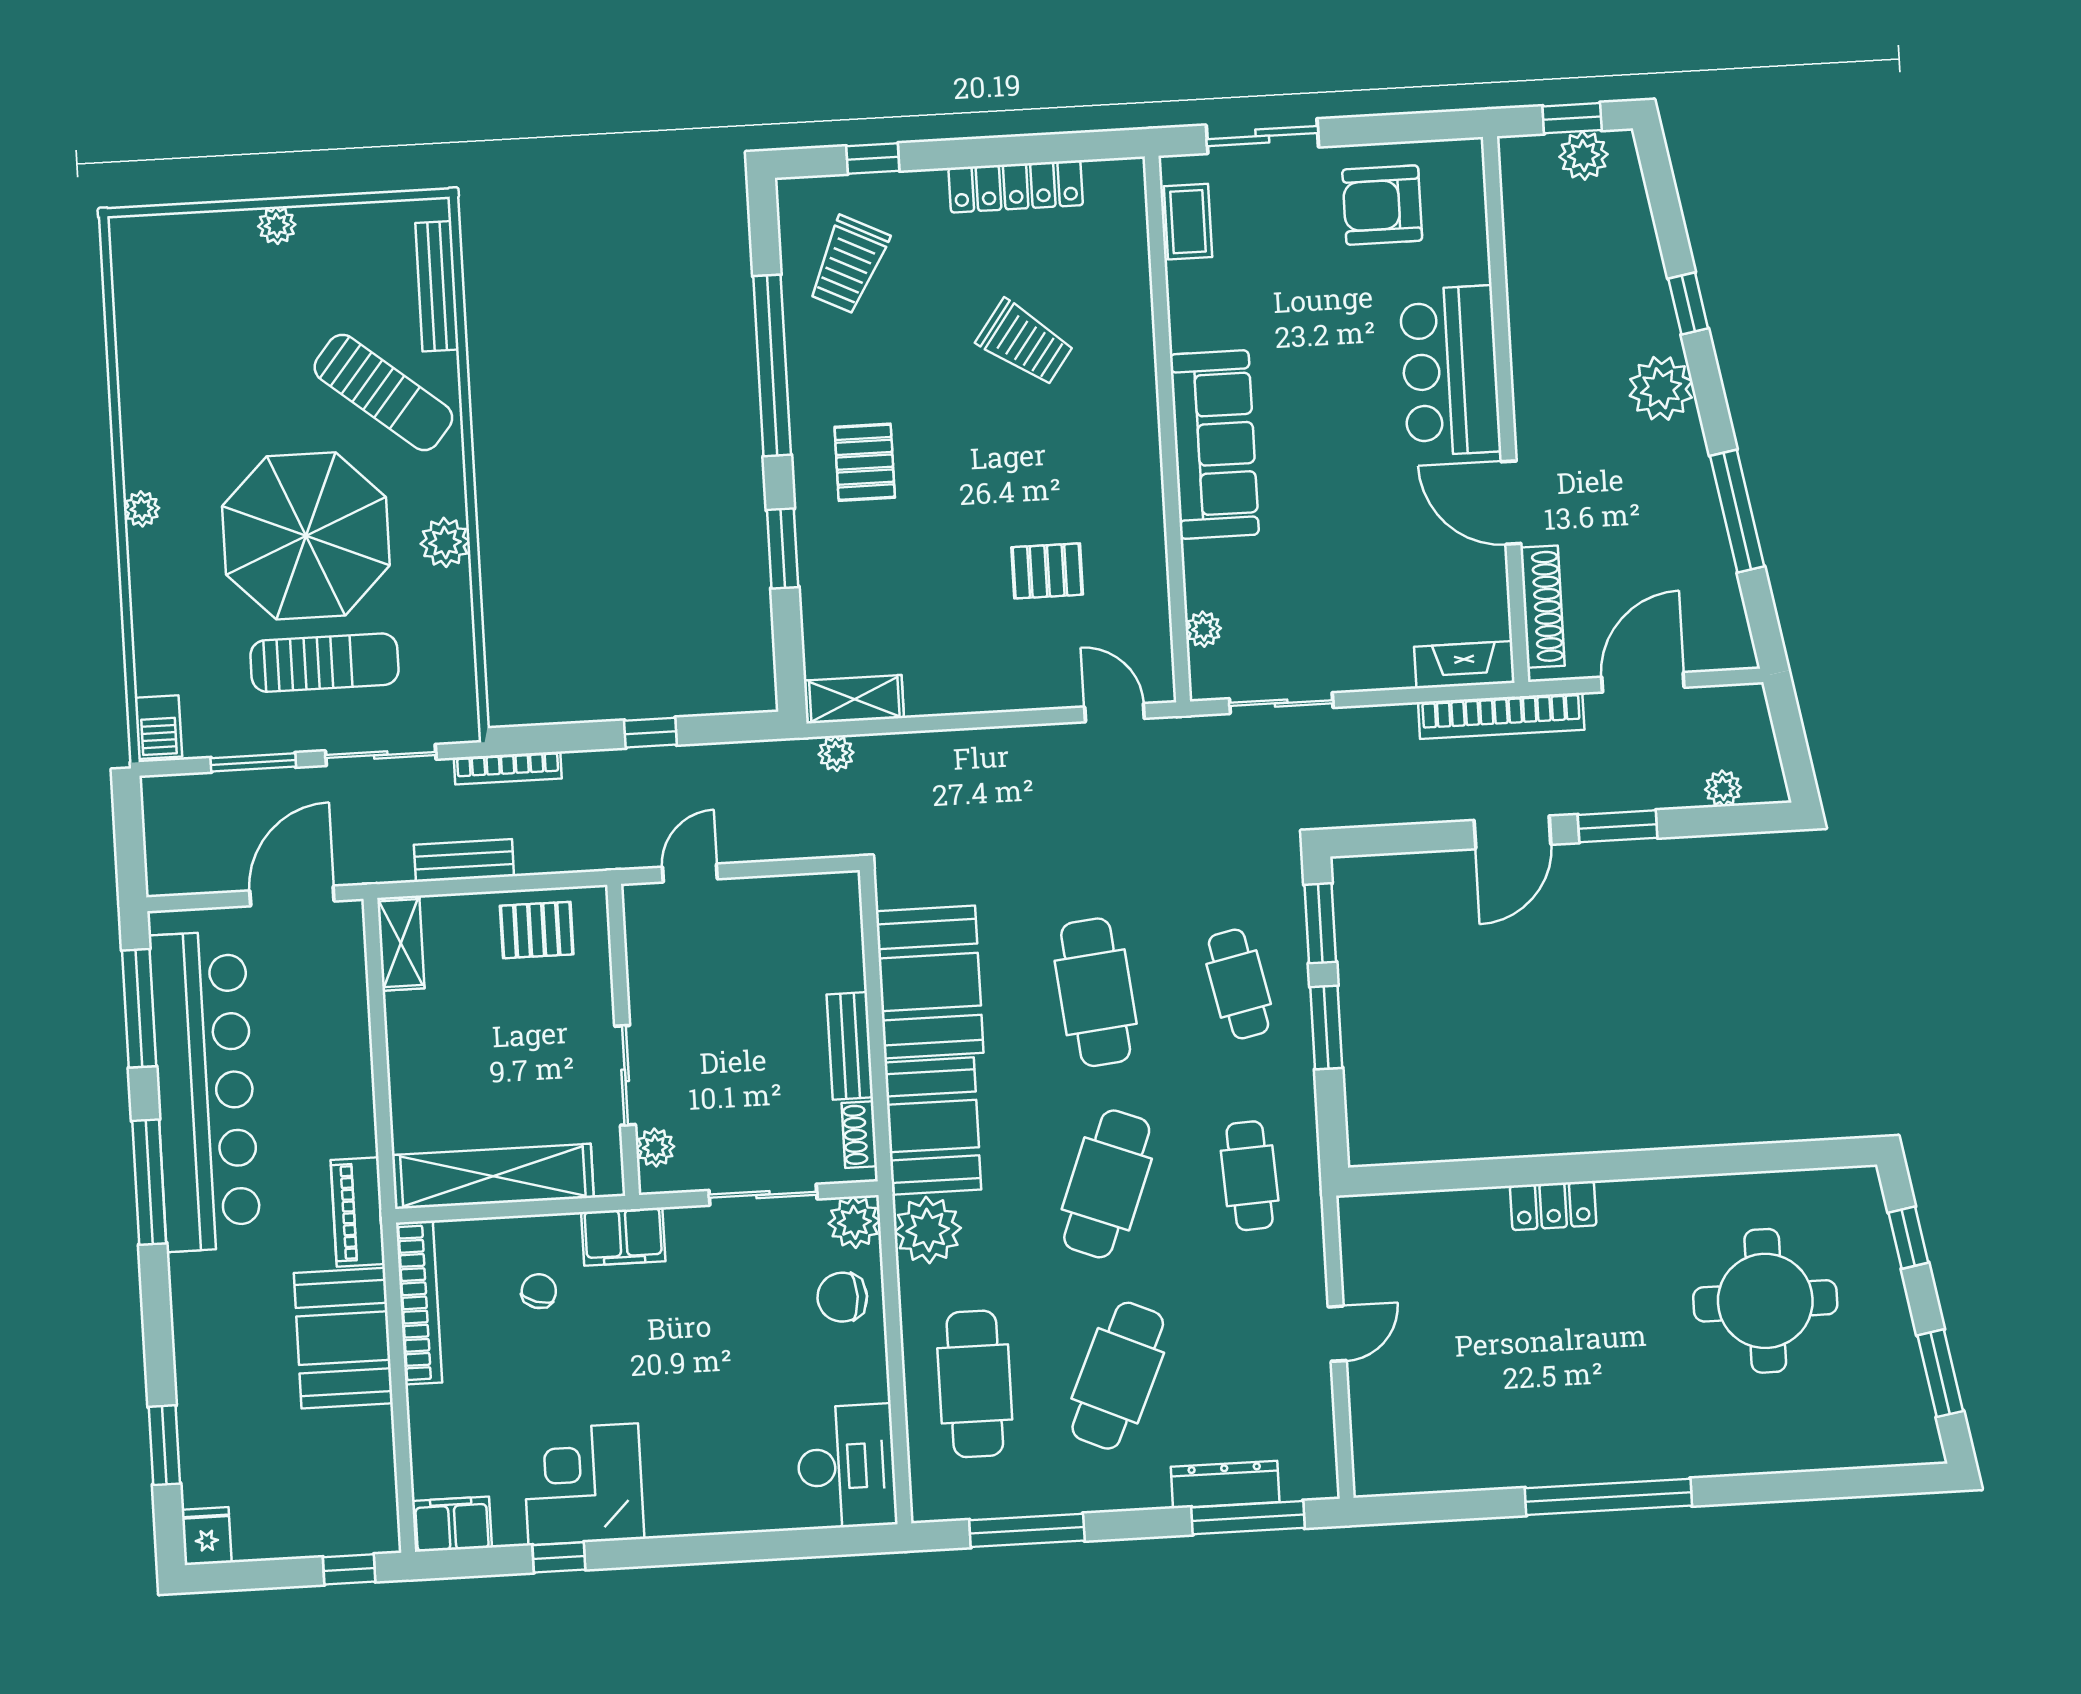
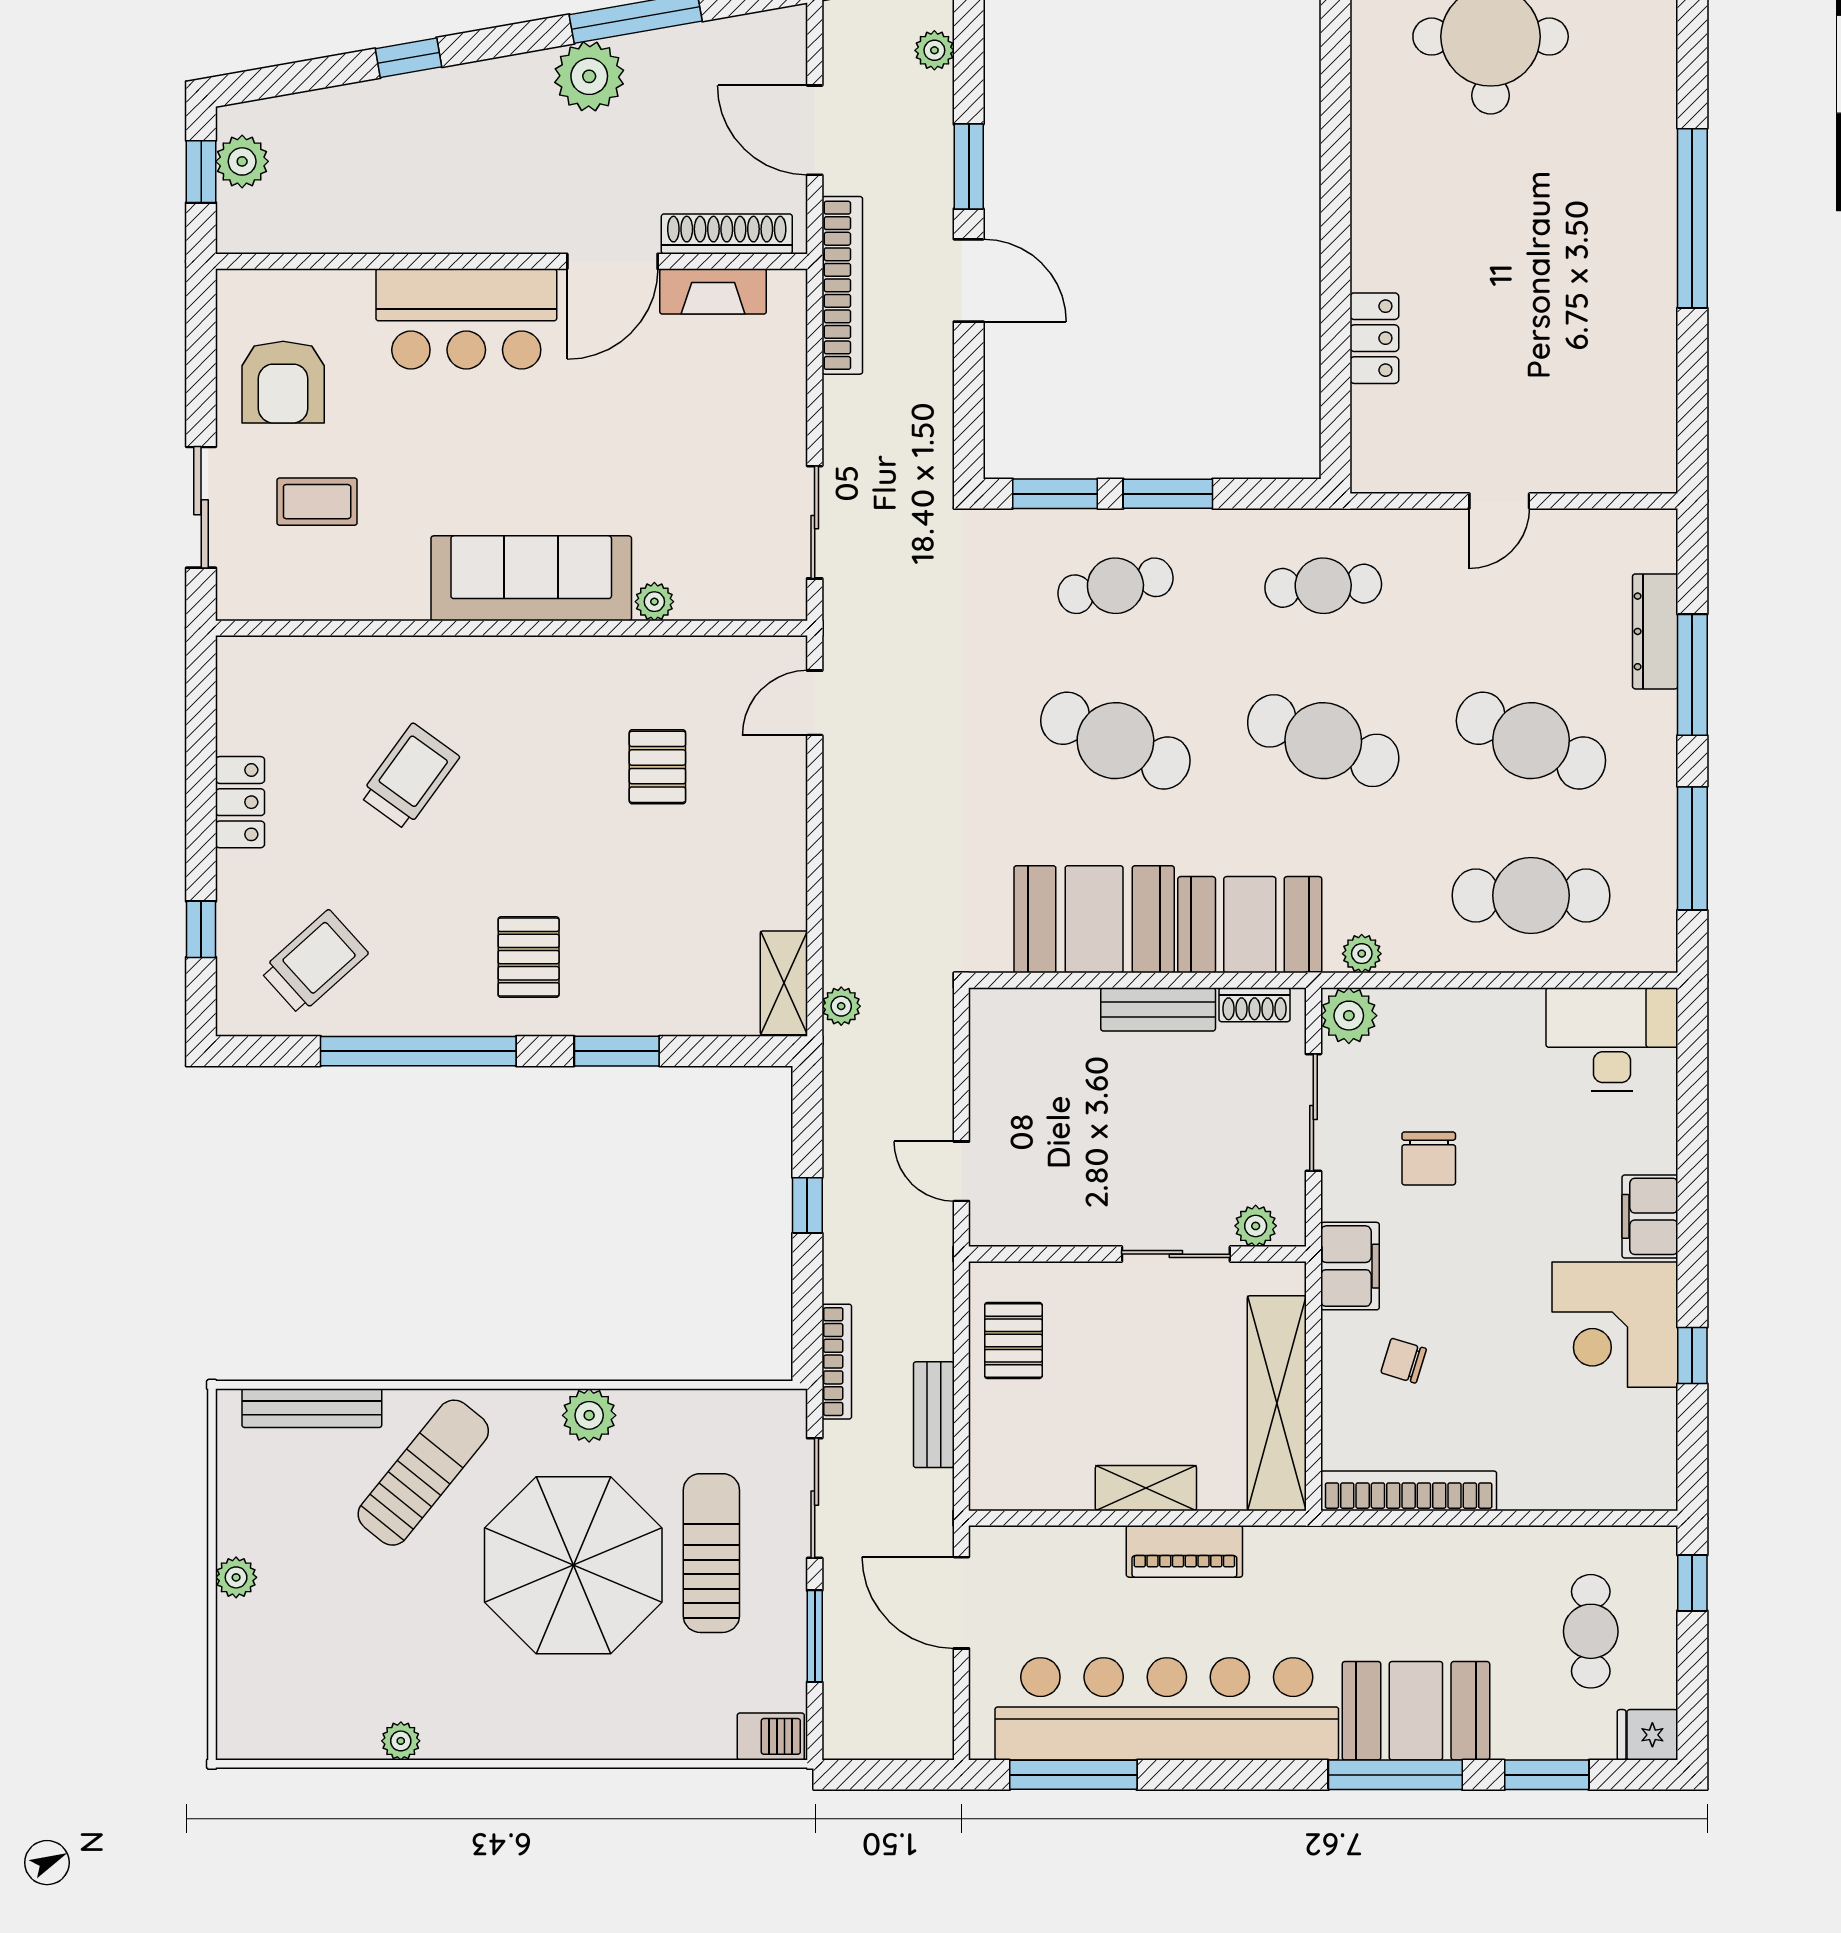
locker: (1016, 186) -> (240, 802), width x0.66
coffee table: (1188, 222) -> (317, 502), moved
trolley: (849, 265) -> (314, 962), turned -68
plant: (1661, 388) -> (589, 76), moved
pallet: (865, 462) -> (529, 957), turned 90
plant: (142, 509) -> (401, 1741), moved
plant: (1203, 629) -> (654, 602), moved
fireplace: (1464, 665) -> (713, 291), moved, turned -90
shelving: (401, 943) -> (1146, 1488), moved
cafe table: (1096, 992) -> (1115, 741), turned 30
window: (149, 1182) -> (1395, 1775), moved
locker: (1553, 1206) -> (1374, 338), moved
piano: (358, 1212) -> (1184, 1551), moved
plant: (928, 1230) -> (1362, 954), width x0.53, depth x0.53
chair: (842, 1297) -> (1429, 1158), moved
door: (1337, 1334) -> (1499, 501), swing flipped
booth: (343, 1338) -> (1416, 1711), moved
cafe table: (299, 1478) -> (1591, 1631), added
window: (1248, 1518) -> (1692, 675), moved
filing cabinet: (452, 1524) -> (1650, 1216), moved

